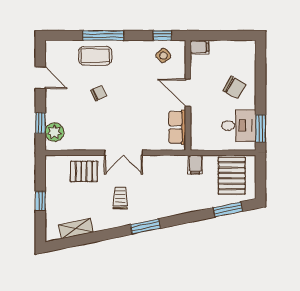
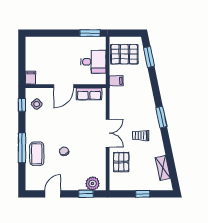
chair: (234, 88) -> (60, 52), removed
desk: (239, 126) -> (93, 62), moved, turned 90

